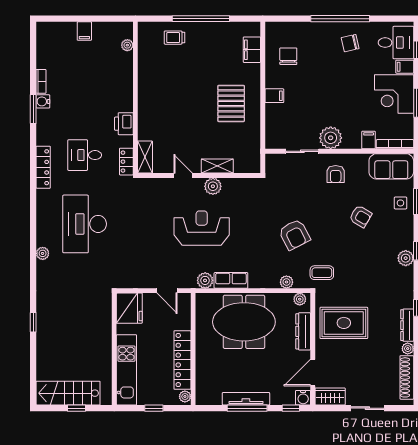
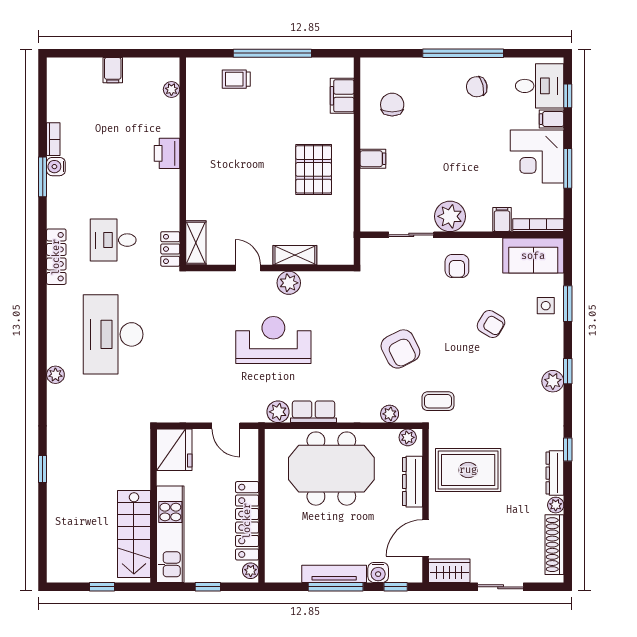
printer: (124, 124) -> (167, 153), moved
stairs: (68, 393) -> (134, 534), moved, turned -90
water cooler: (303, 398) -> (378, 572), moved

